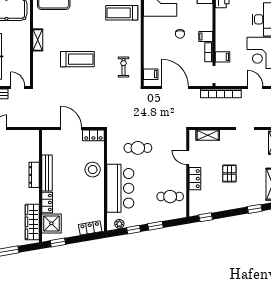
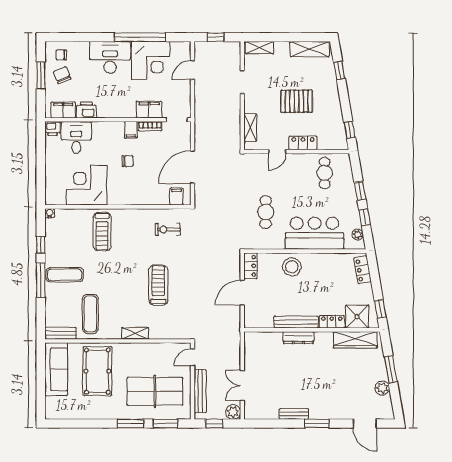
filing cabinet: (223, 57) -> (149, 110), width x2.00
bookcase: (221, 93) -> (200, 112), removed
pallet: (229, 173) -> (297, 101), width x1.50, depth x1.42

